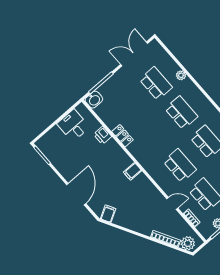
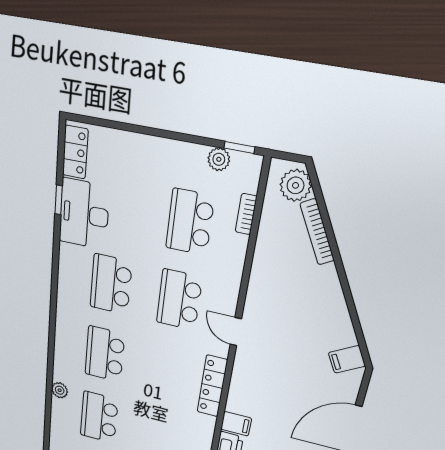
locker: (122, 136) -> (212, 386), moved, width x1.53
filing cabinet: (133, 171) -> (236, 424), moved
door: (172, 203) -> (236, 332), moved

